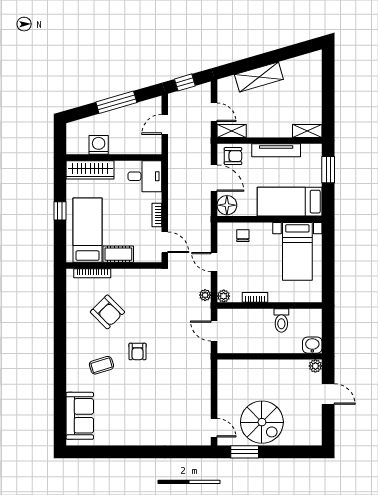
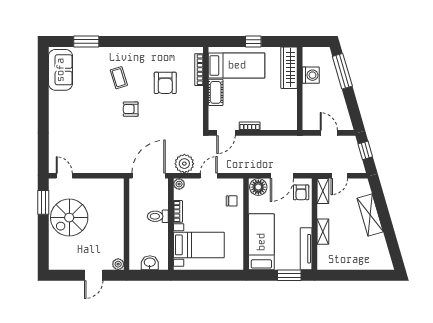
window: (116, 102) -> (342, 71), moved
shelving: (307, 131) -> (323, 232), moved
tv unit: (276, 150) -> (306, 249), moved
desk: (145, 176) -> (284, 115), removed
bed with nightstands: (297, 251) -> (199, 245), moved, turned 180
plant: (205, 295) -> (184, 164), width x1.87, depth x1.87
armchair: (107, 312) -> (165, 83), turned -45
toilet: (281, 320) -> (158, 216), moved
door: (214, 331) -> (149, 176), width x1.87
washbasin: (312, 345) -> (150, 263), moved, turned -90
window: (60, 403) -> (86, 41), added
sofa: (80, 416) -> (60, 70), moved, turned -90
door: (214, 428) -> (64, 176), swing flipped

